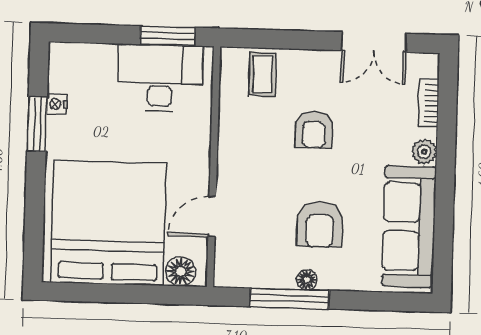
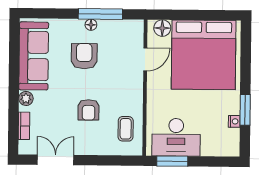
coffee table: (263, 74) -> (126, 129), moved
armchair: (314, 129) -> (89, 110), turned 180

